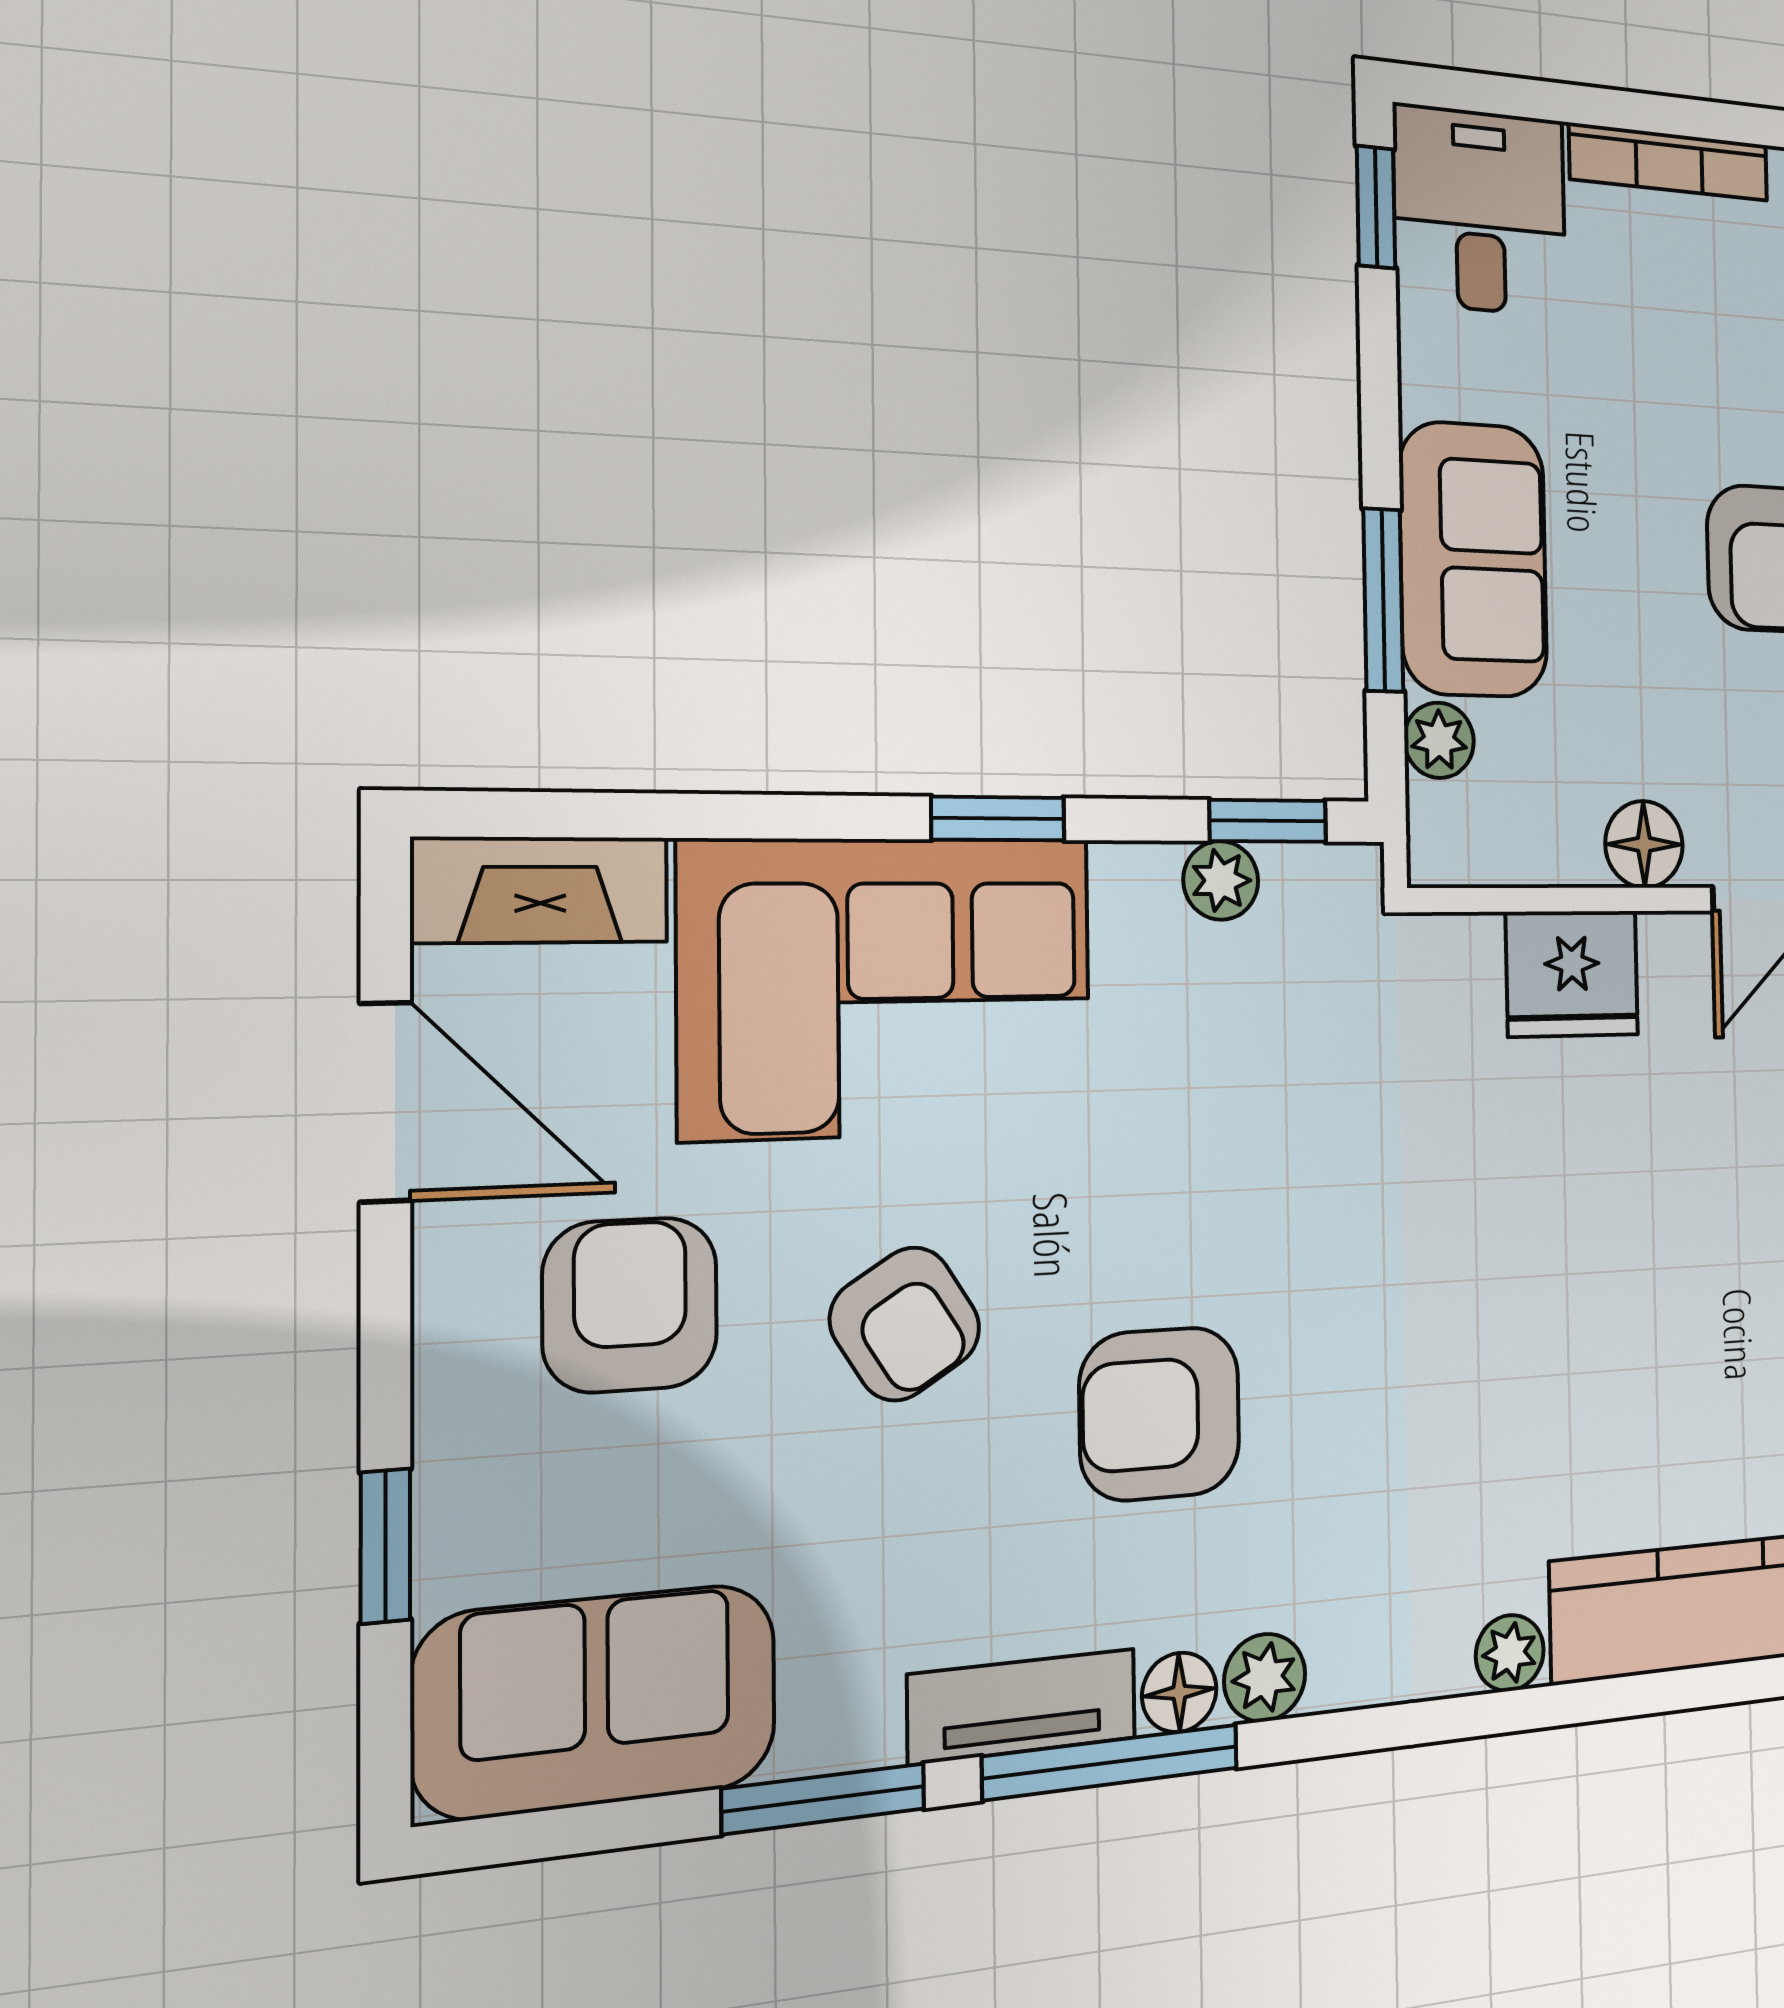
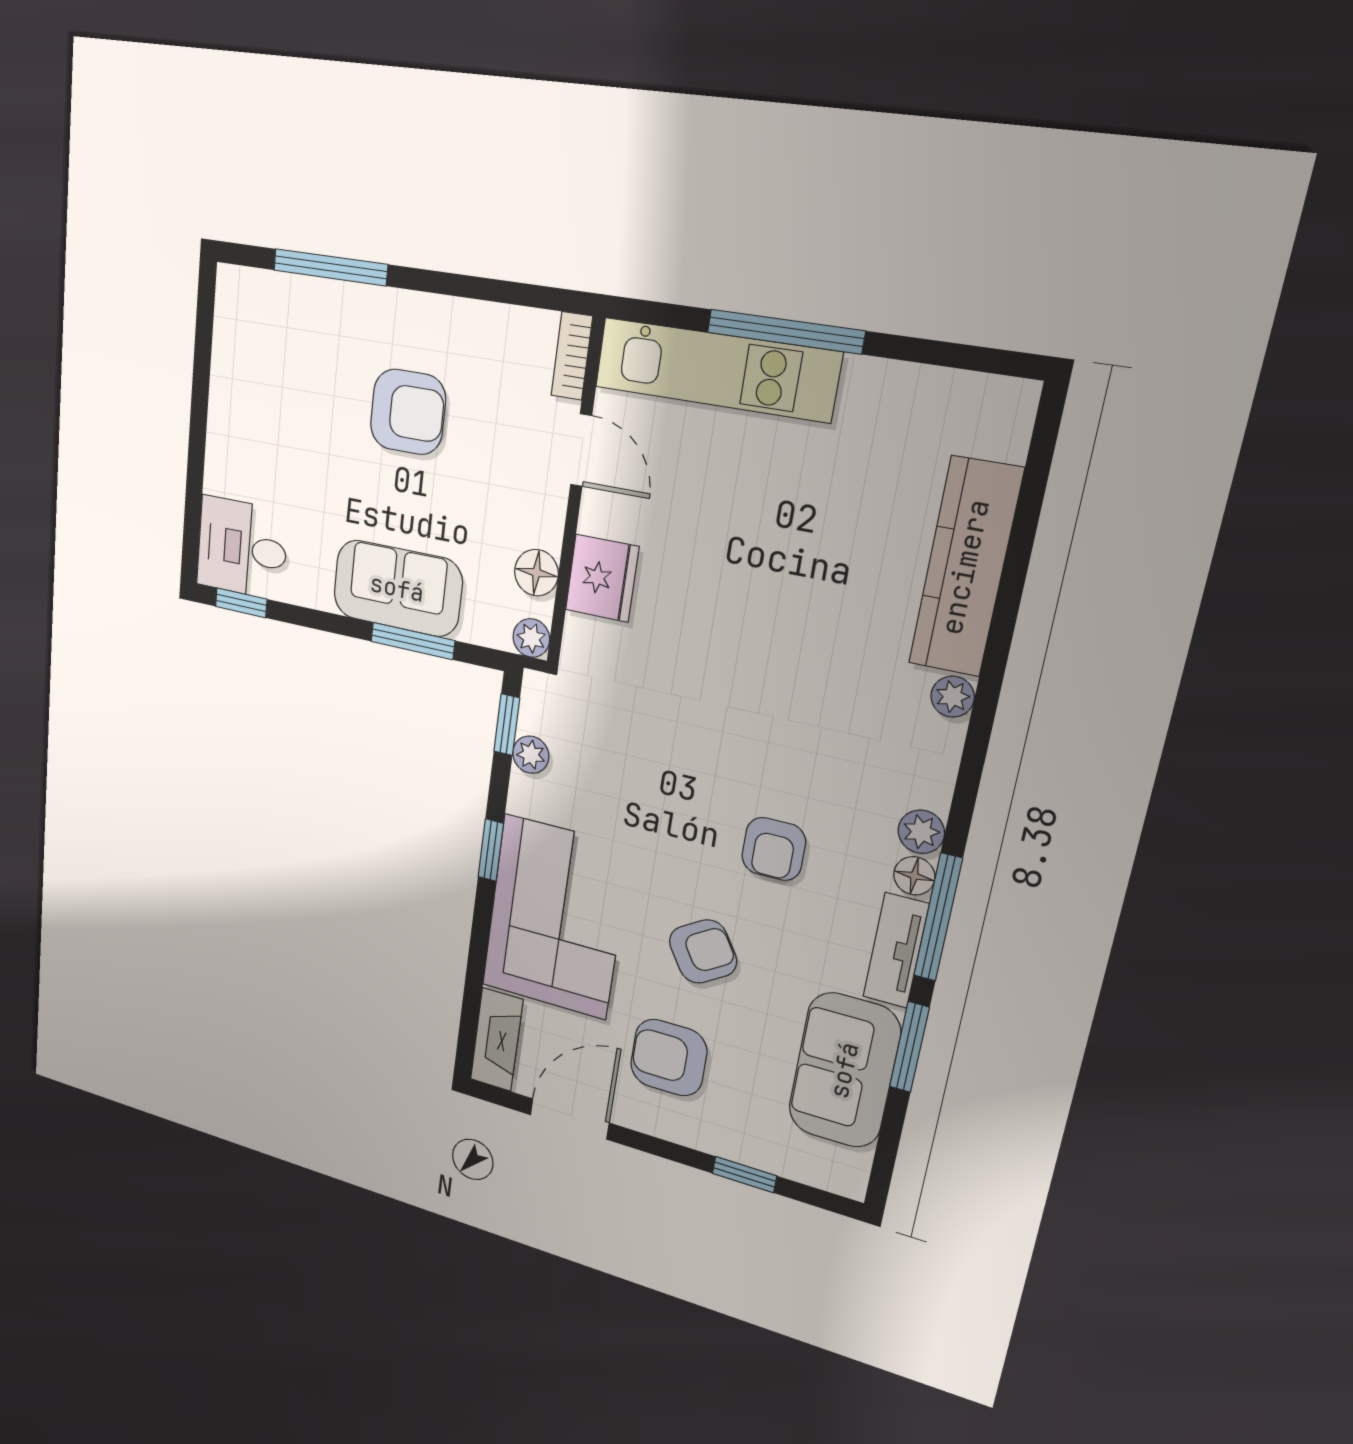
bookcase: (1669, 162) -> (219, 436), removed
plant: (1439, 740) -> (531, 638), moved
floor lamp: (1644, 844) -> (536, 573), moved
armchair: (1160, 1414) -> (774, 849), width x0.72, depth x0.72
sofa: (596, 1701) -> (844, 1070), moved

